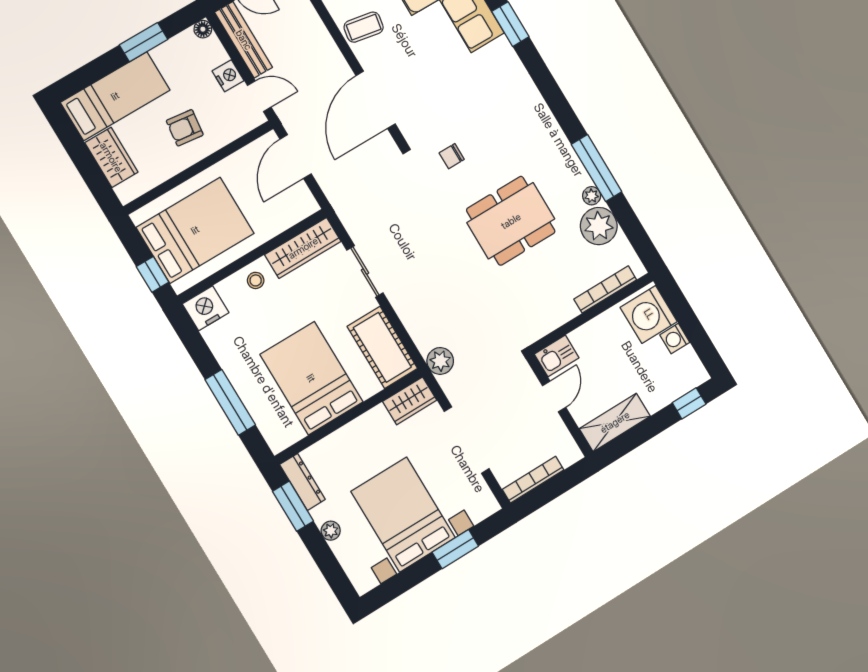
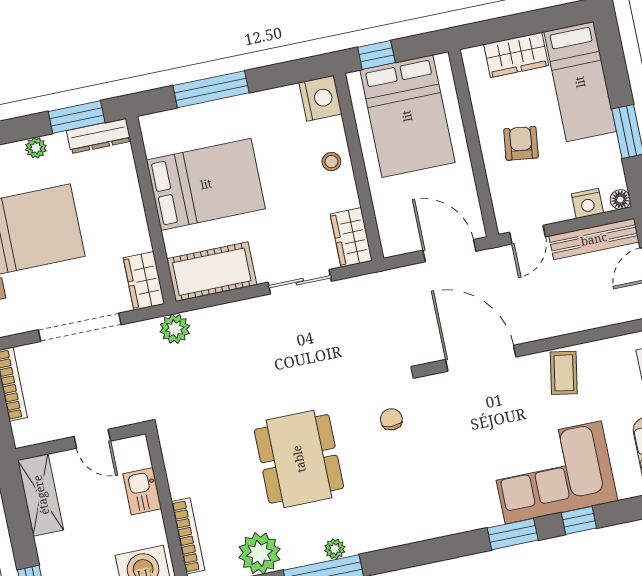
nightstand: (228, 76) -> (587, 203), moved
plant: (592, 196) -> (335, 549), moved
wardrobe: (303, 248) -> (351, 237), width x0.67
kitchen sink: (557, 356) -> (142, 491), moved

